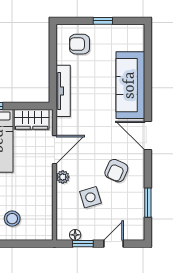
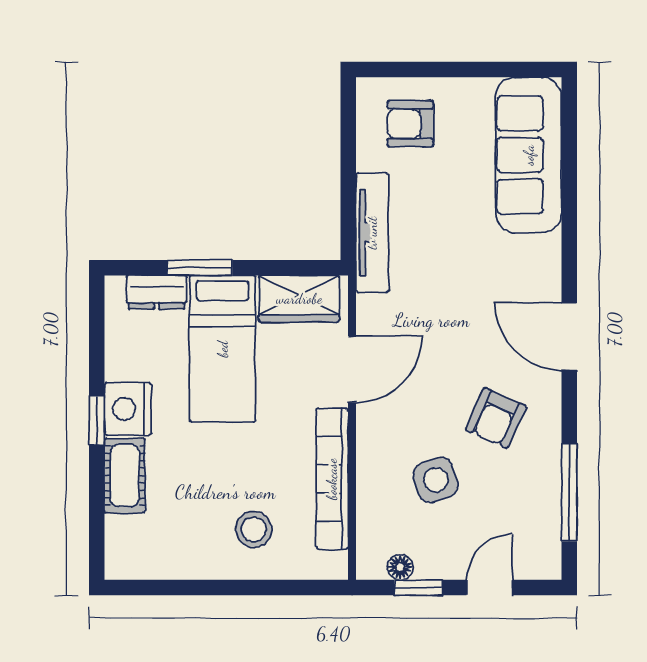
window: (103, 21) -> (465, 70), removed
sofa: (130, 85) -> (529, 155), moved
plant: (63, 177) -> (371, 433), removed
bookcase: (46, 197) -> (332, 479), added
window: (148, 203) -> (569, 492), width x1.44

